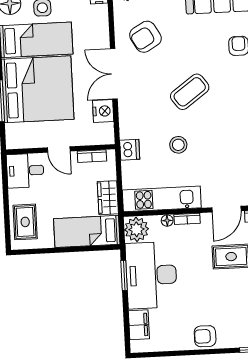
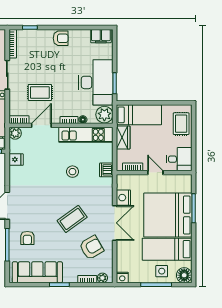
coffee table: (190, 92) -> (72, 219), moved
filing cabinet: (139, 325) -> (101, 36), moved, turned -90

